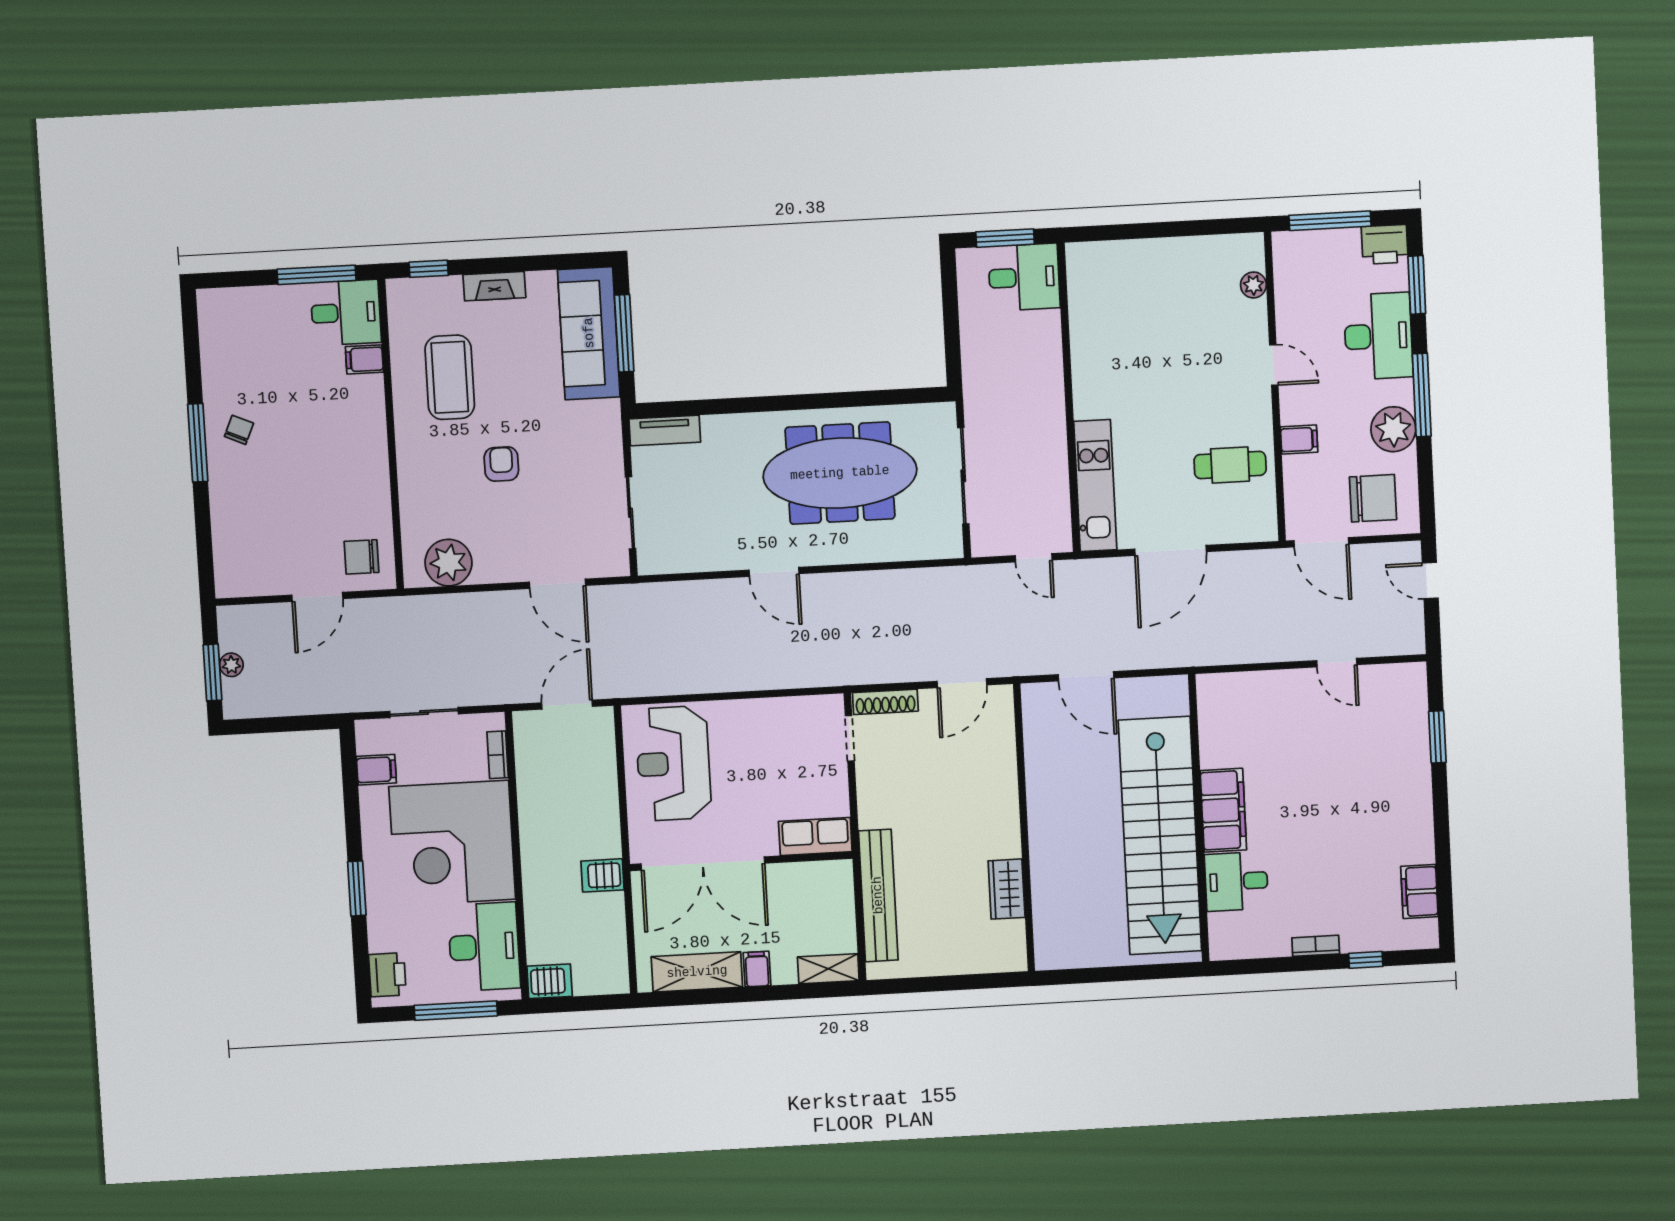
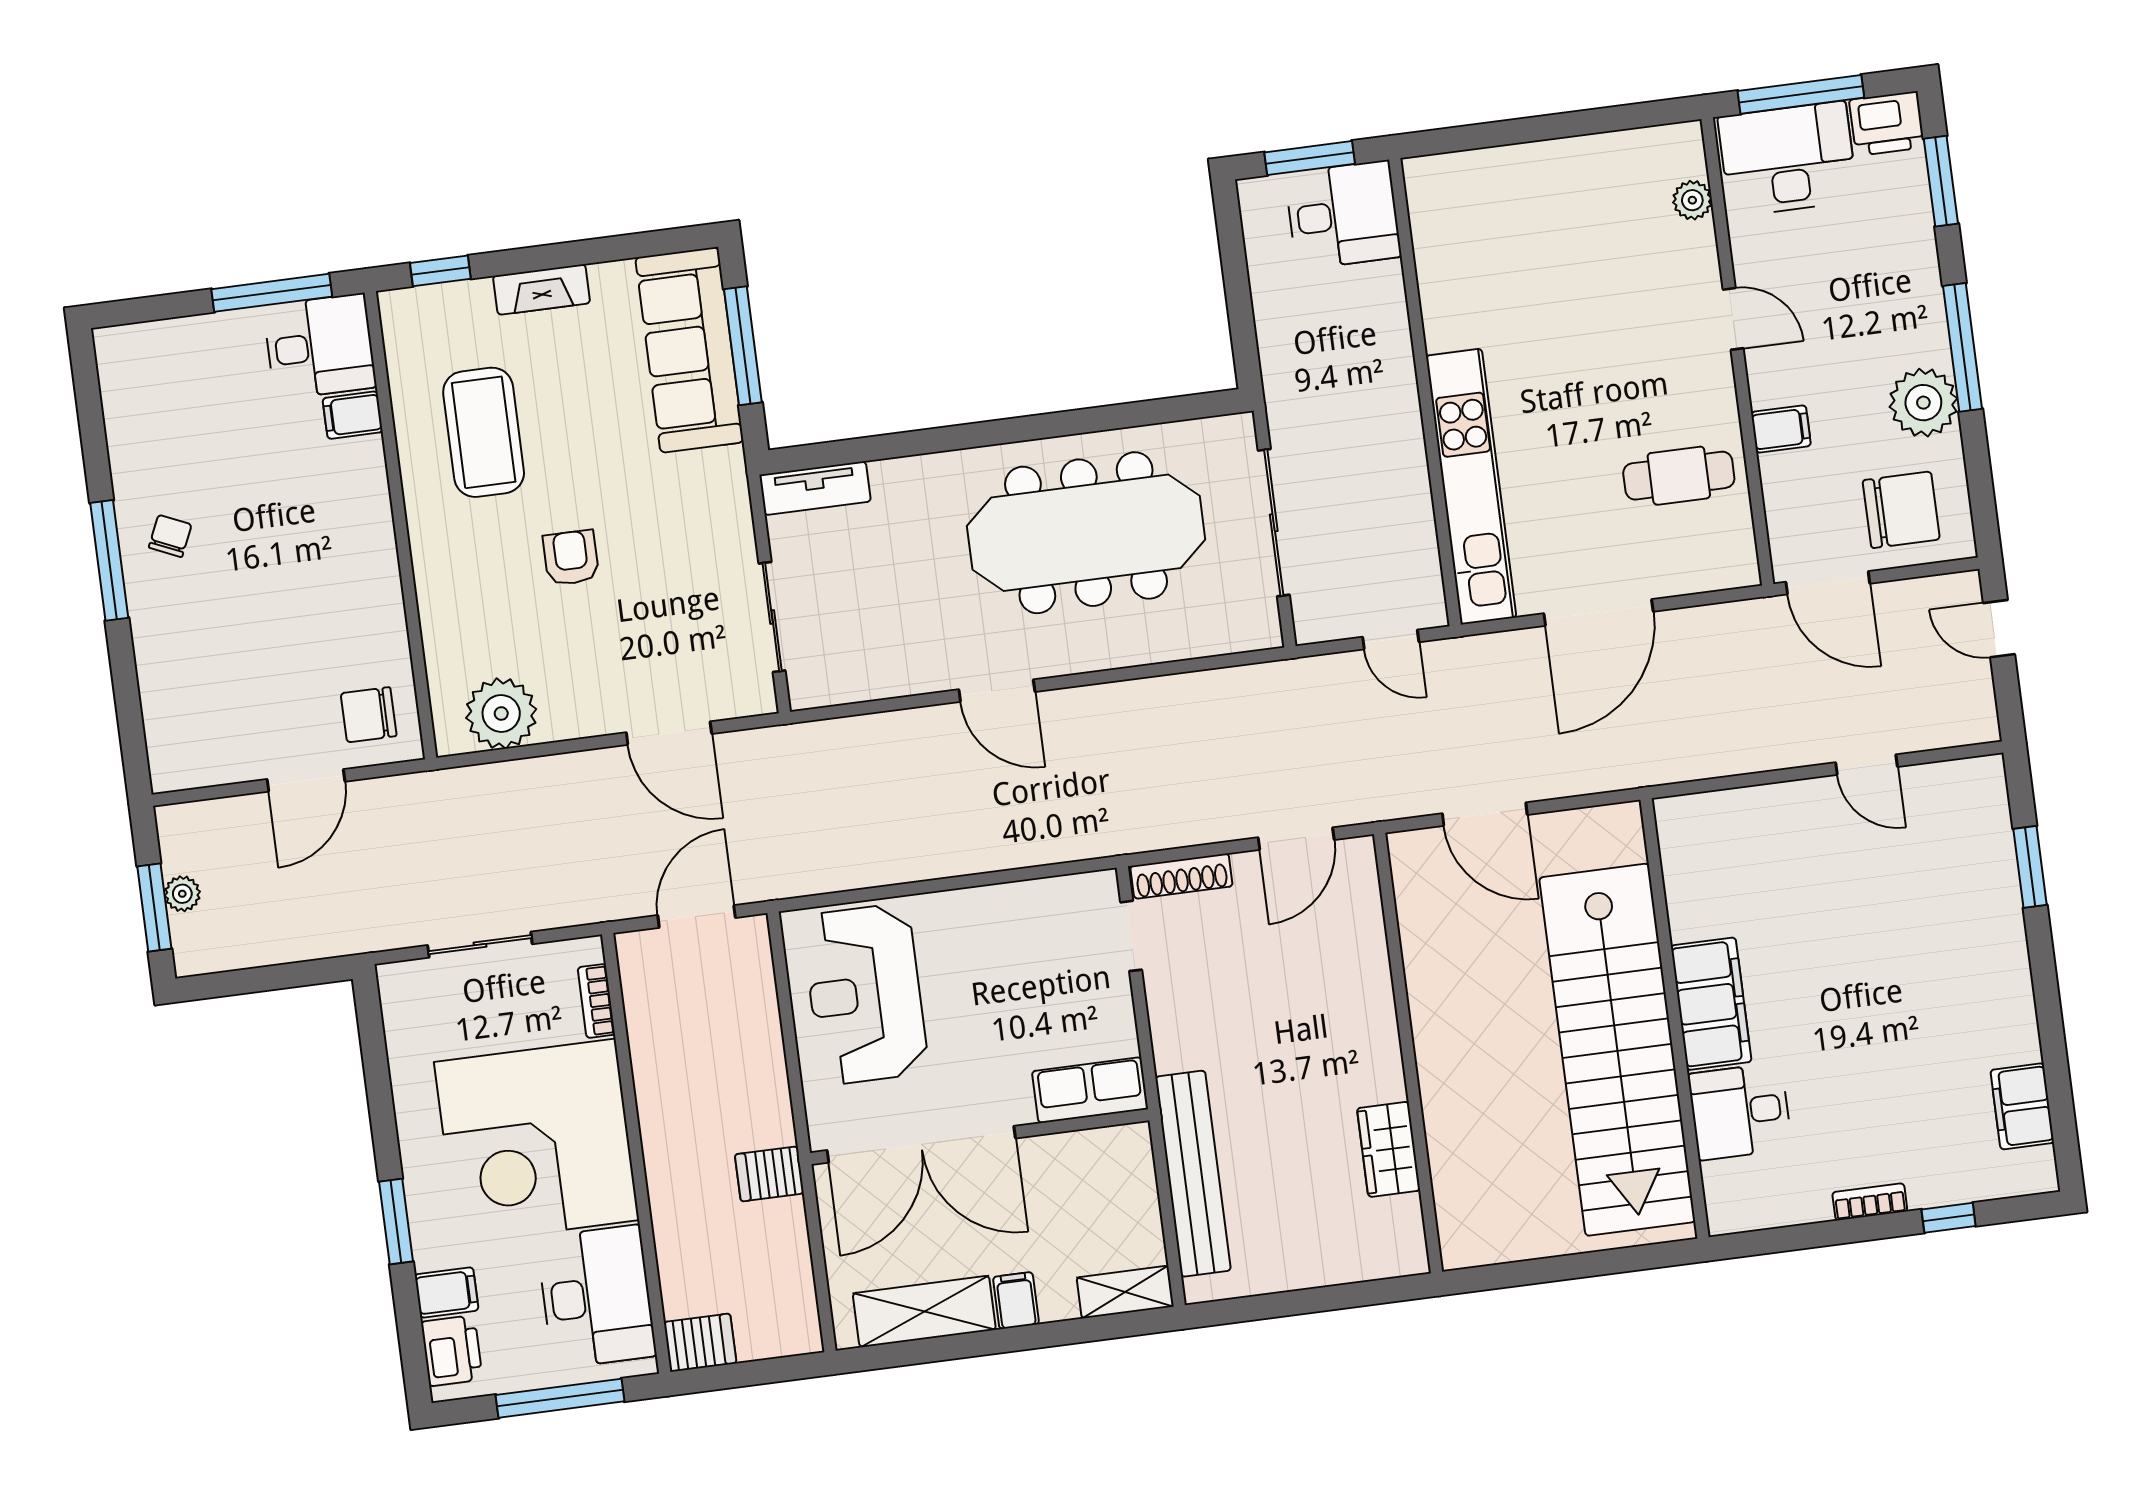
desk: (1378, 336) -> (1788, 159), moved, turned -90
kitchen unit: (1095, 486) -> (1471, 487), width x1.36
filing cabinet: (376, 770) -> (447, 1292), moved

